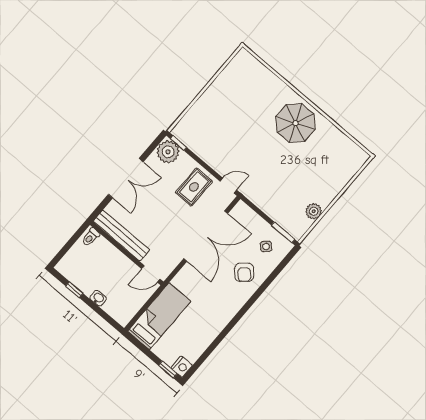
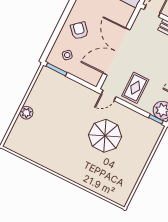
parasol: (295, 123) -> (105, 136), moved
plant: (314, 211) -> (26, 113), moved

